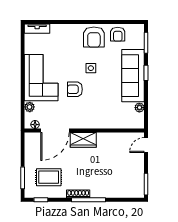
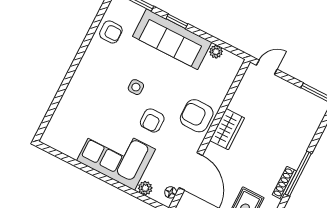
tv unit: (37, 29) -> (52, 129), removed
armchair: (94, 37) -> (197, 116), moved, turned 180
wardrobe: (83, 140) -> (227, 129), moved
door: (146, 145) -> (267, 67), swing flipped

